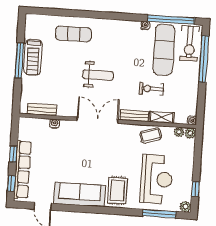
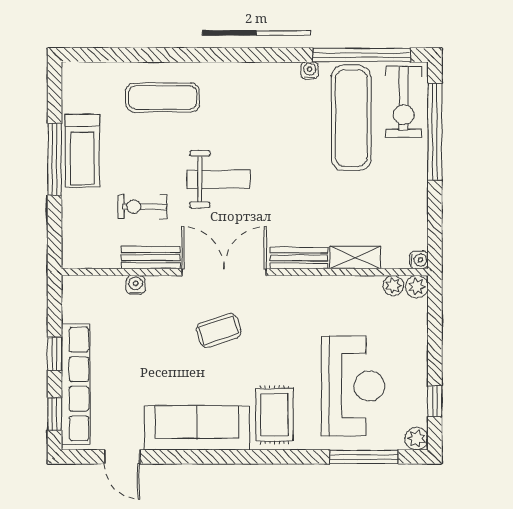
exercise bike: (151, 89) -> (142, 207), moved
bench: (42, 110) -> (151, 258), moved
coffee table: (151, 136) -> (219, 331), moved

